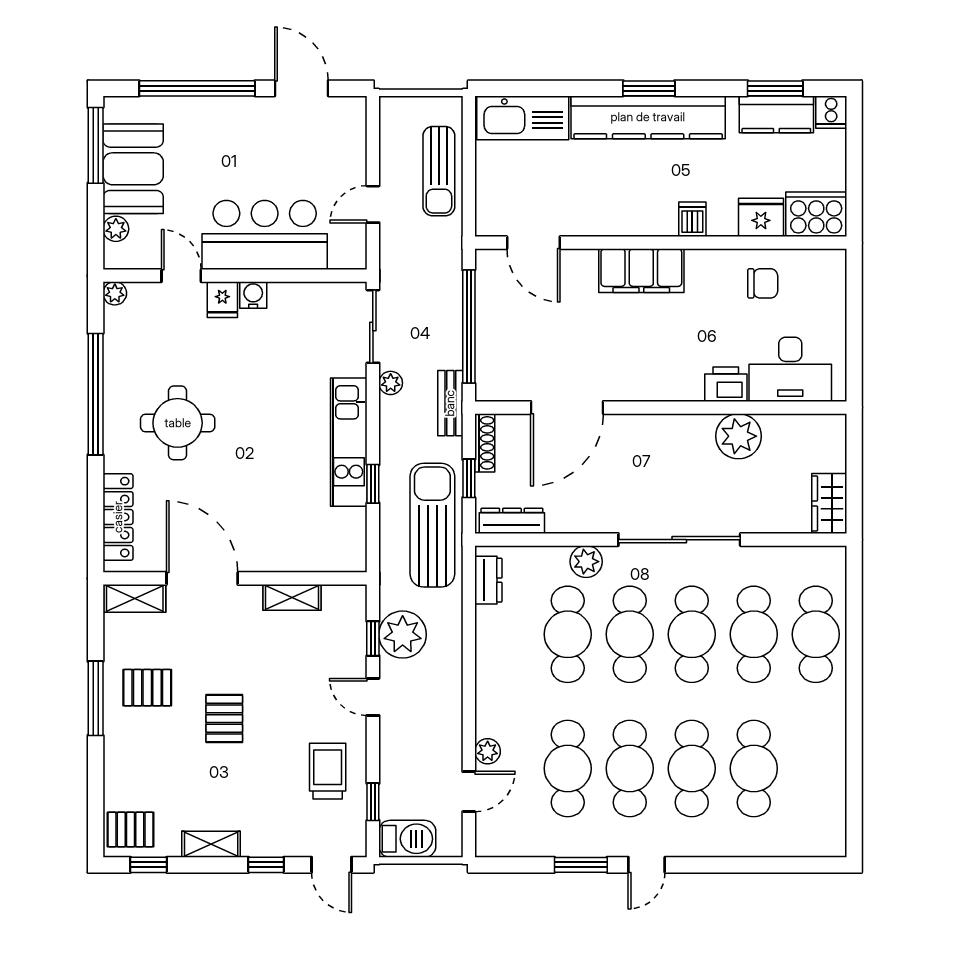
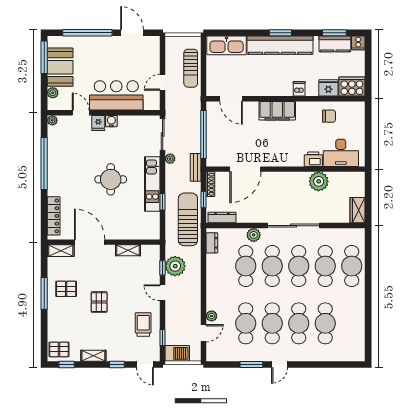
round table: (178, 423) -> (111, 179), moved

